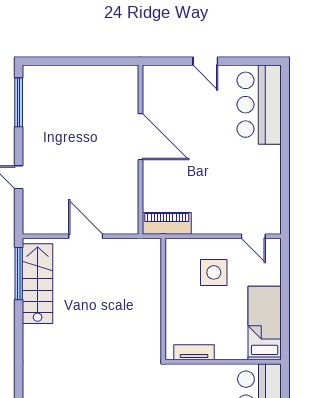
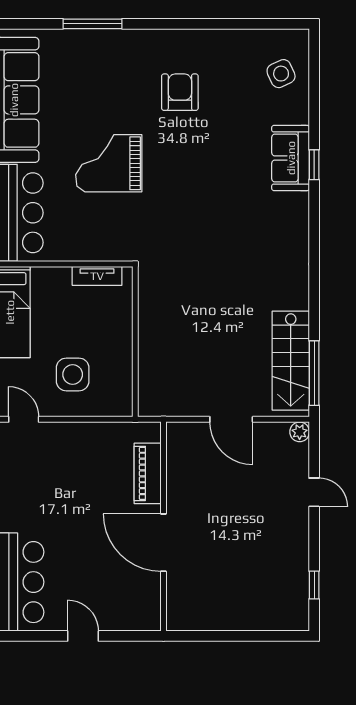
window: (19, 102) -> (314, 585), width x0.46
piano: (167, 223) -> (148, 473), moved, turned 90
plant: (30, 226) -> (300, 432), added

